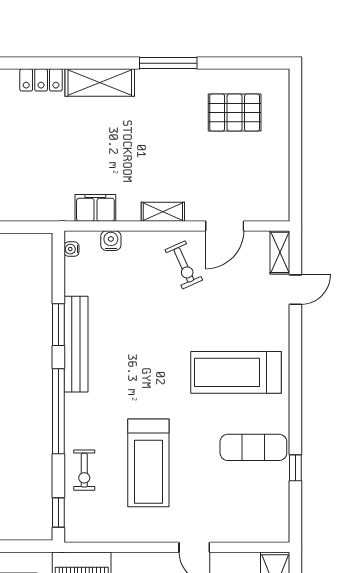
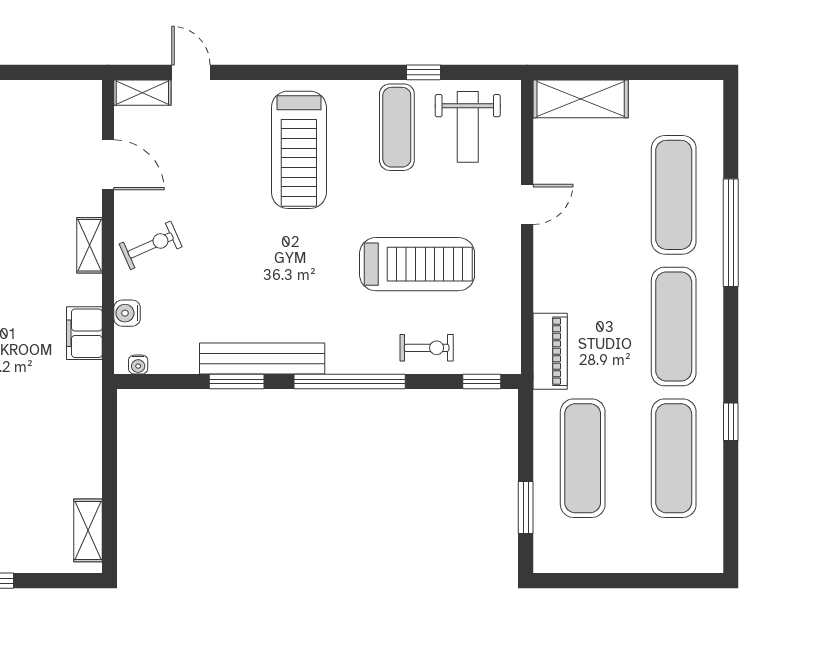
exercise bike: (184, 265) -> (151, 245), moved
weight bench: (254, 502) -> (468, 127), added

